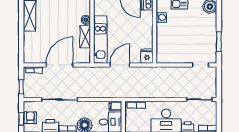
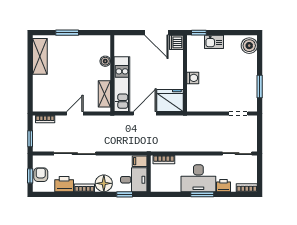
washing machine: (161, 17) -> (193, 78), moved
shelving: (85, 37) -> (104, 94), moved
fridge: (147, 56) -> (170, 100), width x1.88, depth x1.34
door: (60, 65) -> (75, 113), width x0.53

